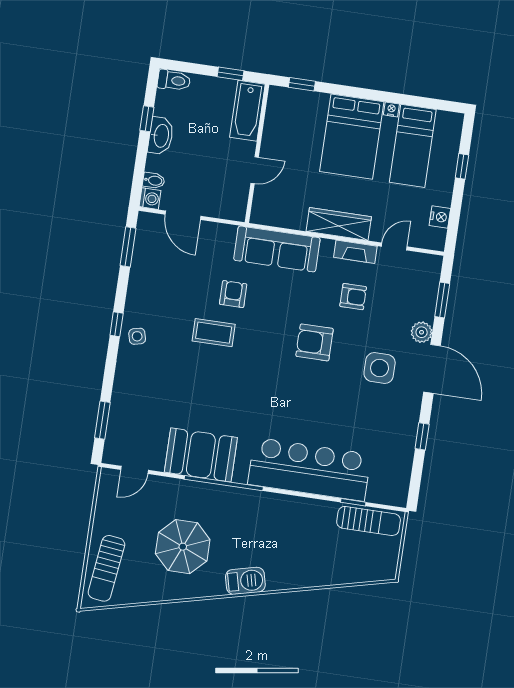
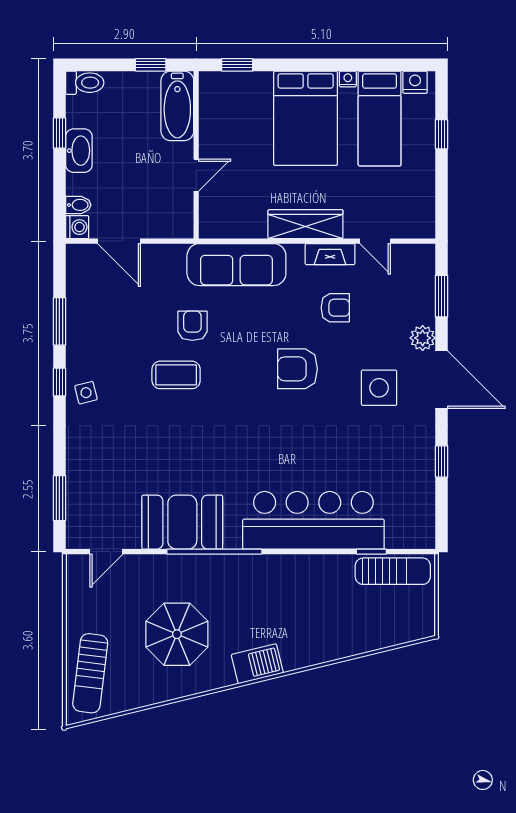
nightstand: (440, 217) -> (415, 82), moved, turned -90
door: (394, 246) -> (375, 241), swing flipped
window: (128, 247) -> (59, 321), moved

